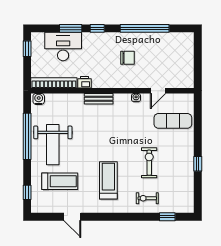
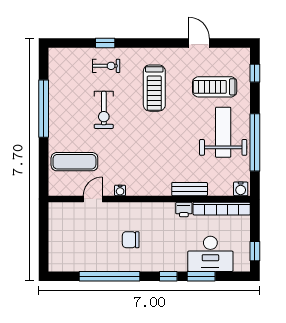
bench: (99, 99) -> (190, 189), moved
window: (198, 164) -> (44, 109), width x3.17
window: (167, 217) -> (105, 43), moved

